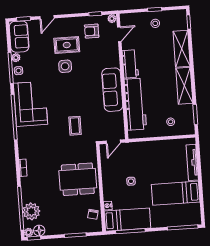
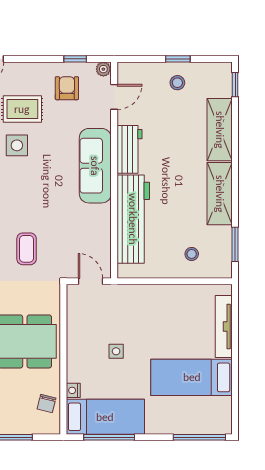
armchair: (92, 31) -> (67, 88), turned 90
sofa: (112, 90) -> (95, 166), moved
door: (113, 142) -> (90, 281), swing flipped

